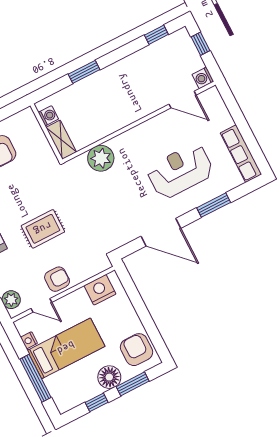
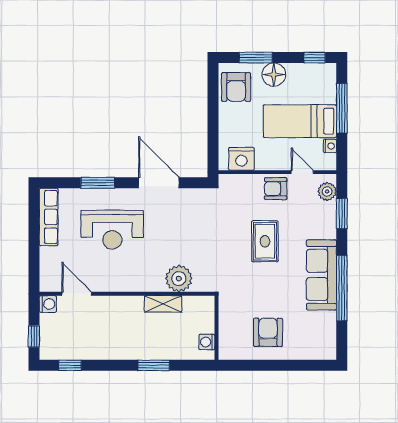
shelving: (61, 140) -> (163, 304), moved, turned 90
rug: (43, 229) -> (265, 241), turned 90
window: (97, 402) -> (315, 58), moved

